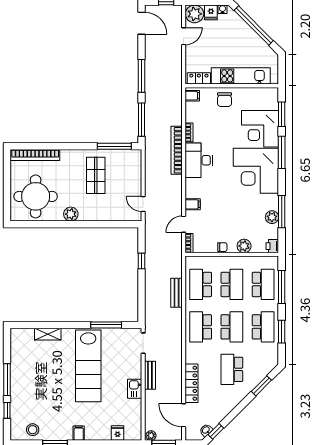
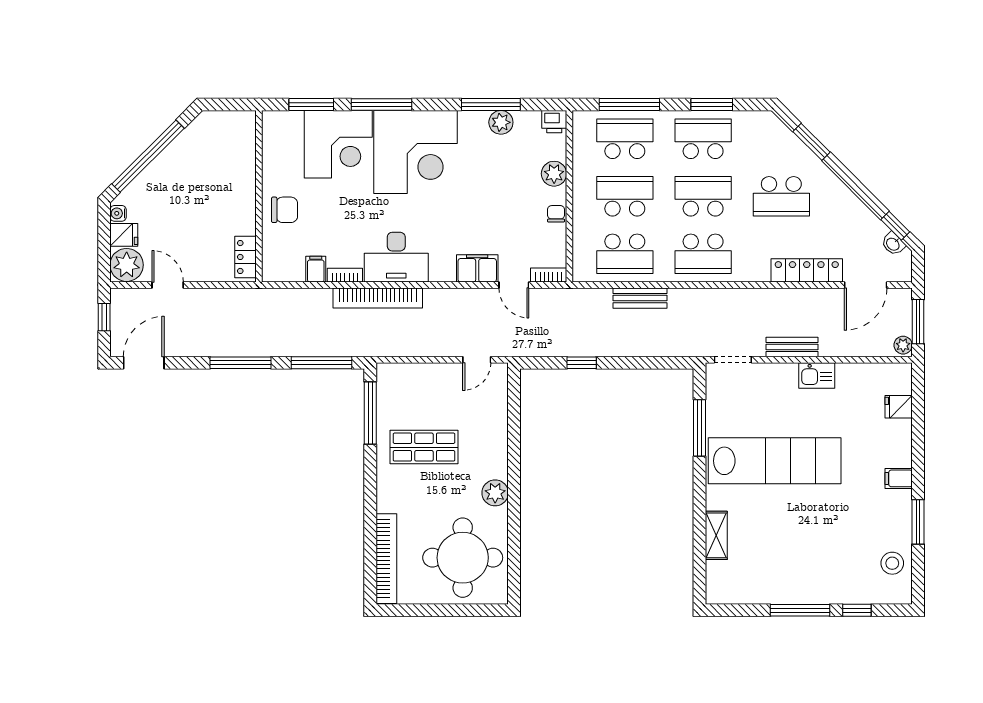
kitchen unit: (241, 76) -> (241, 180), removed
filing cabinet: (192, 96) -> (316, 269), moved
filing cabinet: (193, 204) -> (477, 268), width x2.00

